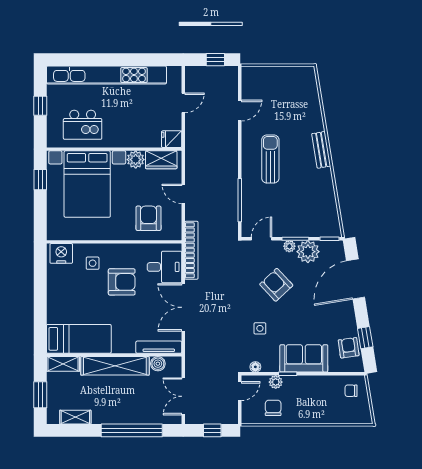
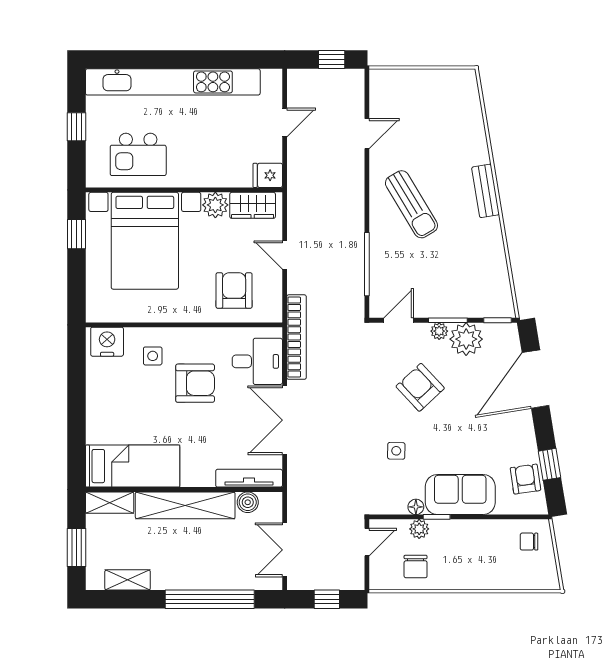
sun lounger: (270, 159) -> (411, 204), turned 149
floor lamp: (255, 367) -> (416, 507), moved
chair: (273, 408) -> (416, 567), turned 180

